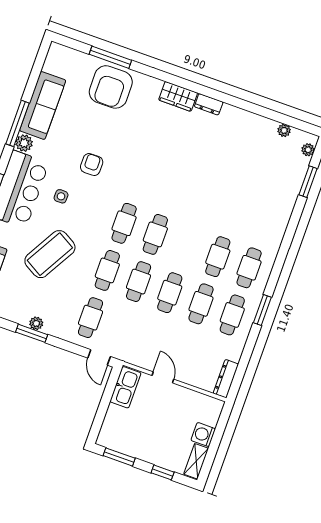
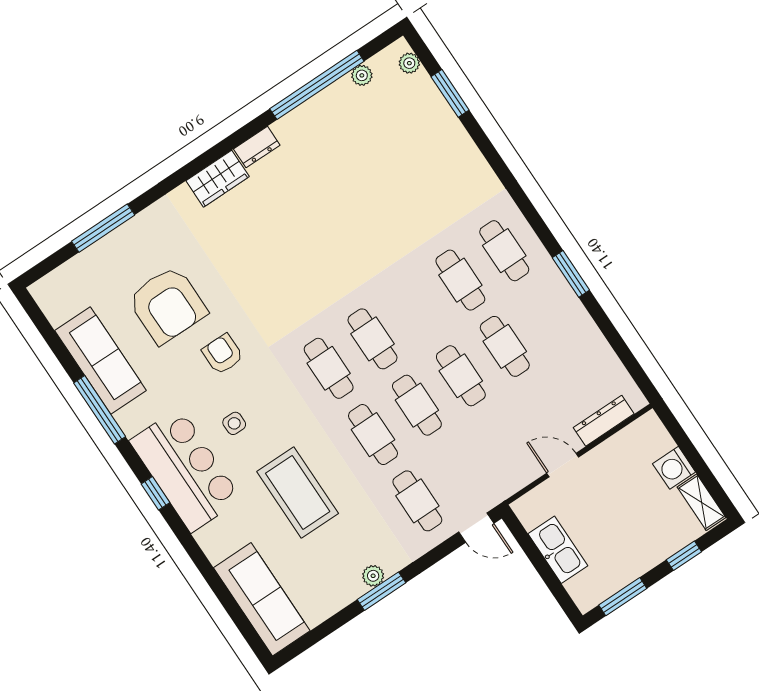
armchair: (111, 87) -> (167, 305), moved
window: (262, 111) -> (317, 85), added
plant: (24, 143) -> (131, 420), removed
coffee table: (50, 254) -> (298, 492), turned -30
cafe table: (232, 315) -> (549, 317), removed
dresser: (226, 379) -> (604, 421), moved, turned 90
kitchen sink: (125, 387) -> (558, 550), moved

